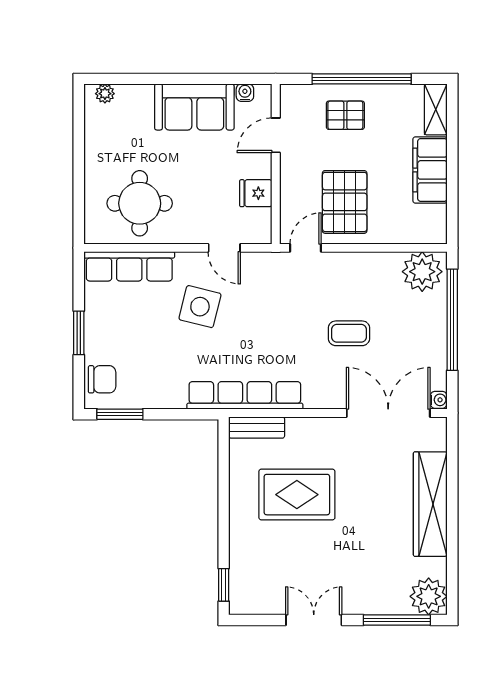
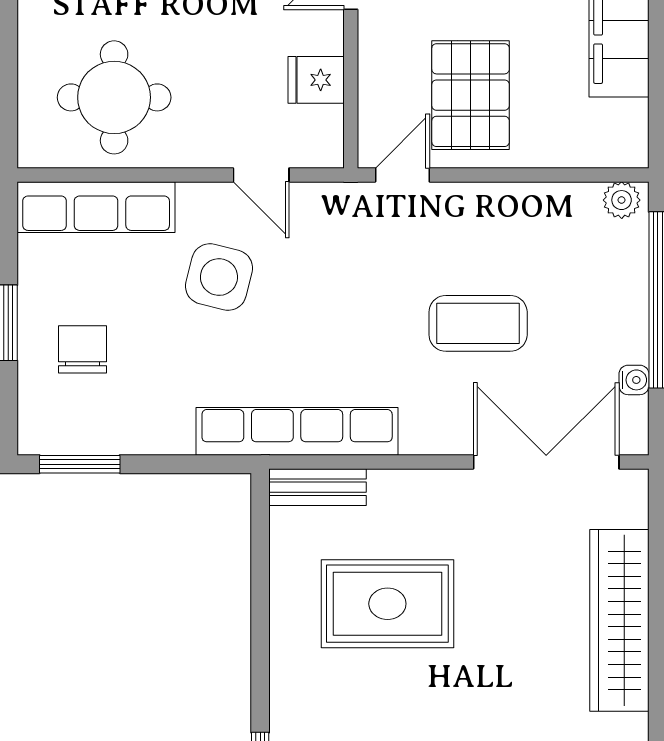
plant: (422, 272) -> (622, 200), width x0.53, depth x0.53
coffee table: (349, 333) -> (478, 323), width x1.36, depth x1.30
chair: (102, 379) -> (83, 349), moved, turned -90
water cooler: (439, 400) -> (634, 380), moved

